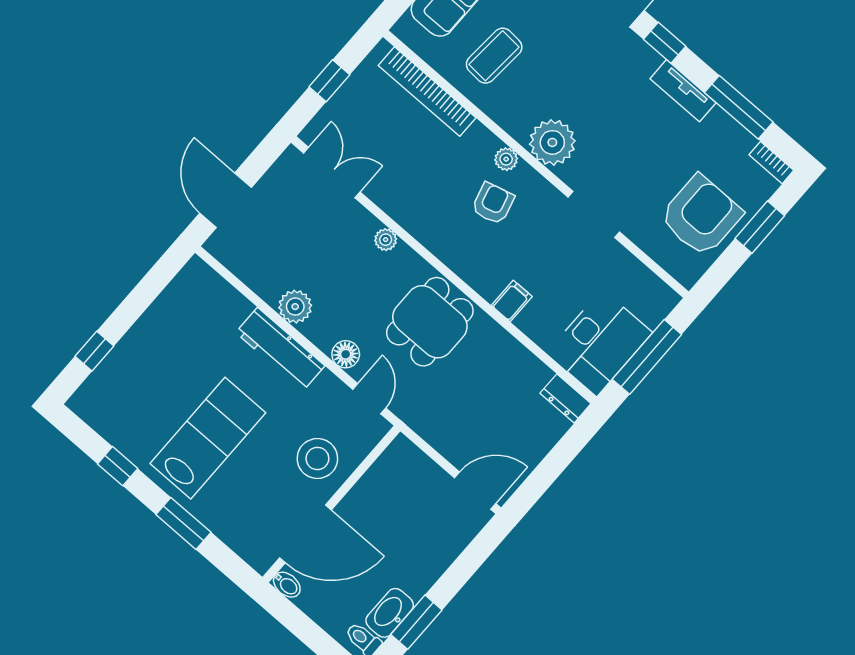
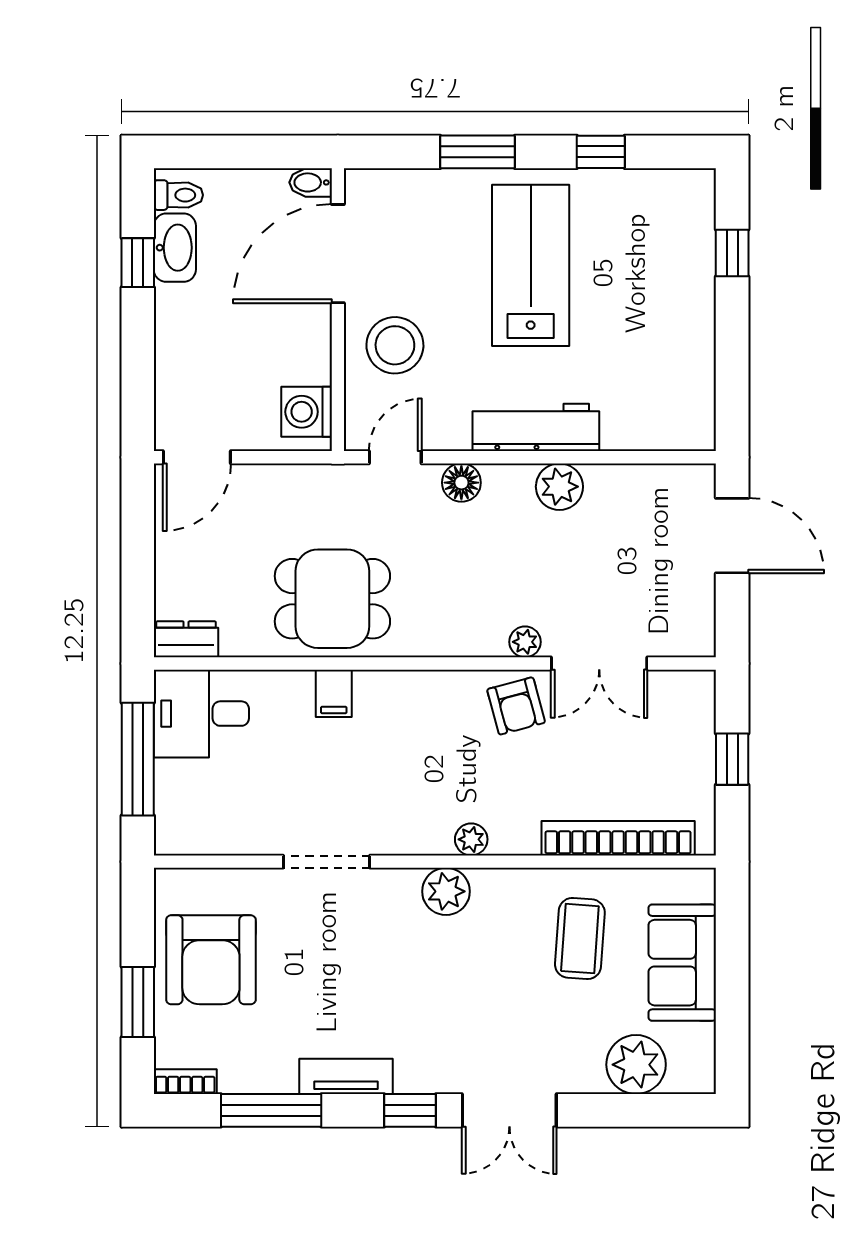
plant: (552, 142) -> (446, 891), width x0.73, depth x0.73
double door: (332, 172) -> (599, 663), moved
armchair: (493, 203) -> (516, 706), moved
dining table: (430, 322) -> (332, 599), moved, turned 90
desk: (599, 343) -> (201, 714), width x0.73
door: (369, 399) -> (395, 457), swing flipped
lab bench: (208, 438) -> (531, 265), turned 180
washing machine: (395, 464) -> (307, 412), added
window: (416, 622) -> (138, 263), width x0.67

